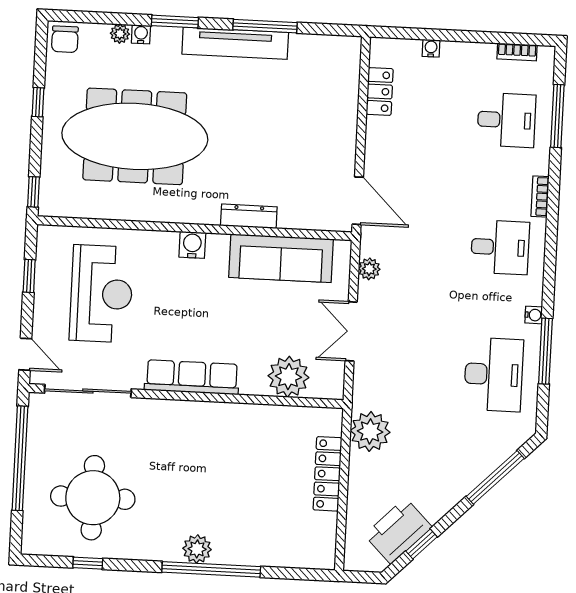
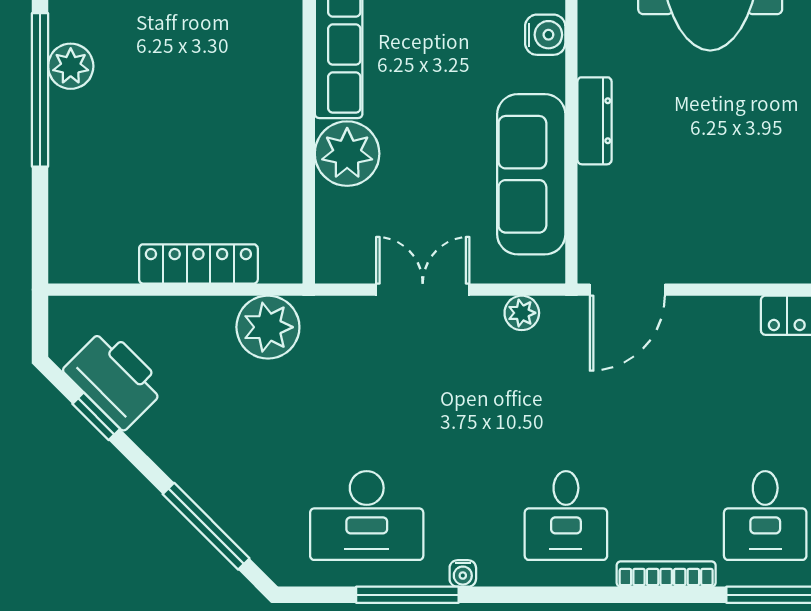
bookcase: (540, 197) -> (666, 574), width x1.56
plant: (288, 377) -> (347, 154), moved

